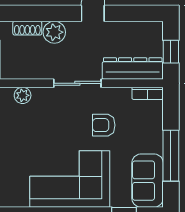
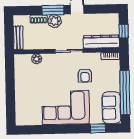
window: (52, 13) -> (53, 10), added
armchair: (104, 125) -> (85, 75), turned -90
window: (171, 156) -> (125, 93), width x1.46

